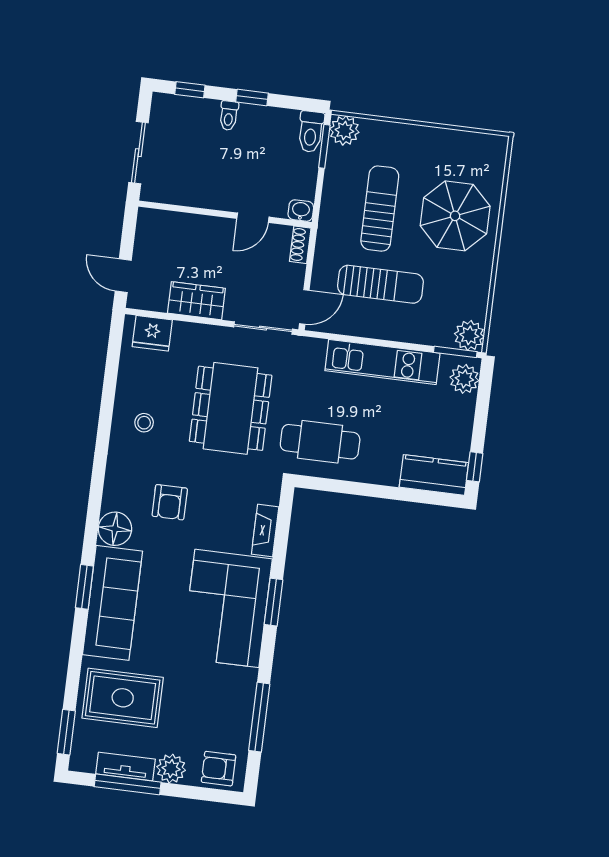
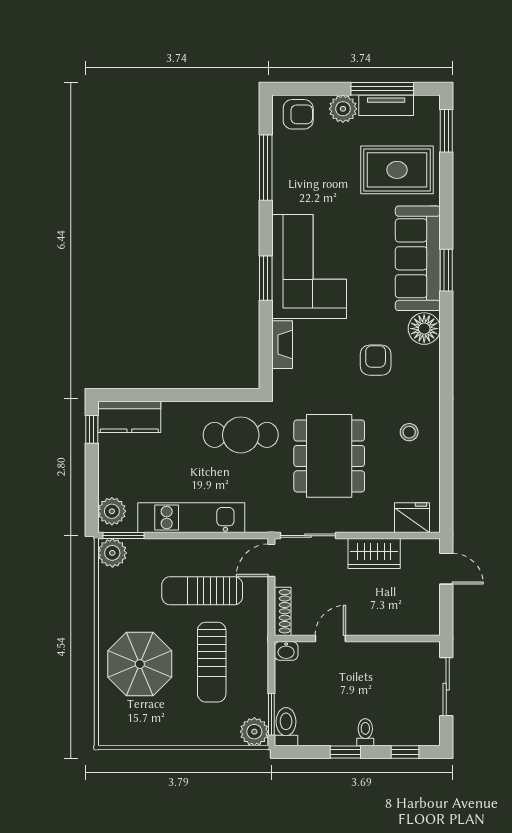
shoe rack: (300, 245) -> (283, 611), width x1.43

